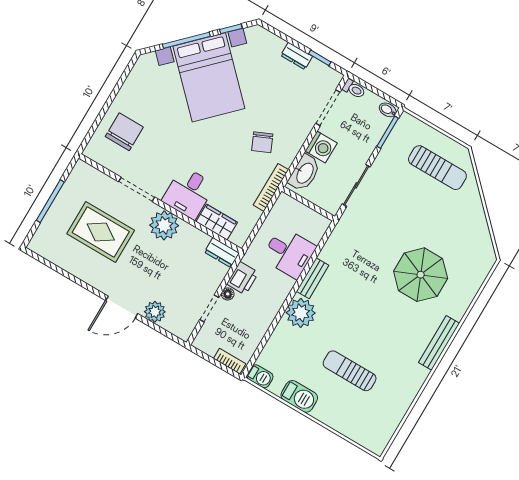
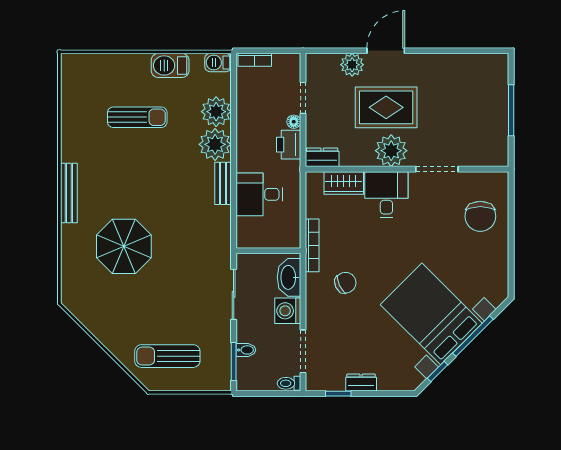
bidet: (388, 110) -> (246, 350), moved
chair: (262, 142) -> (345, 283), turned 89
rug: (101, 232) -> (386, 107), moved
plant: (284, 338) -> (216, 112), added

